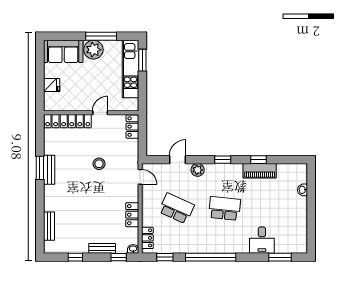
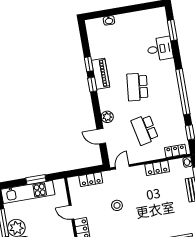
window: (142, 60) -> (36, 180), moved
locker: (132, 127) -> (91, 179), moved
window: (223, 160) -> (92, 85), moved
piano: (260, 171) -> (101, 74), moved
school desk: (176, 208) -> (145, 130), turned -36

